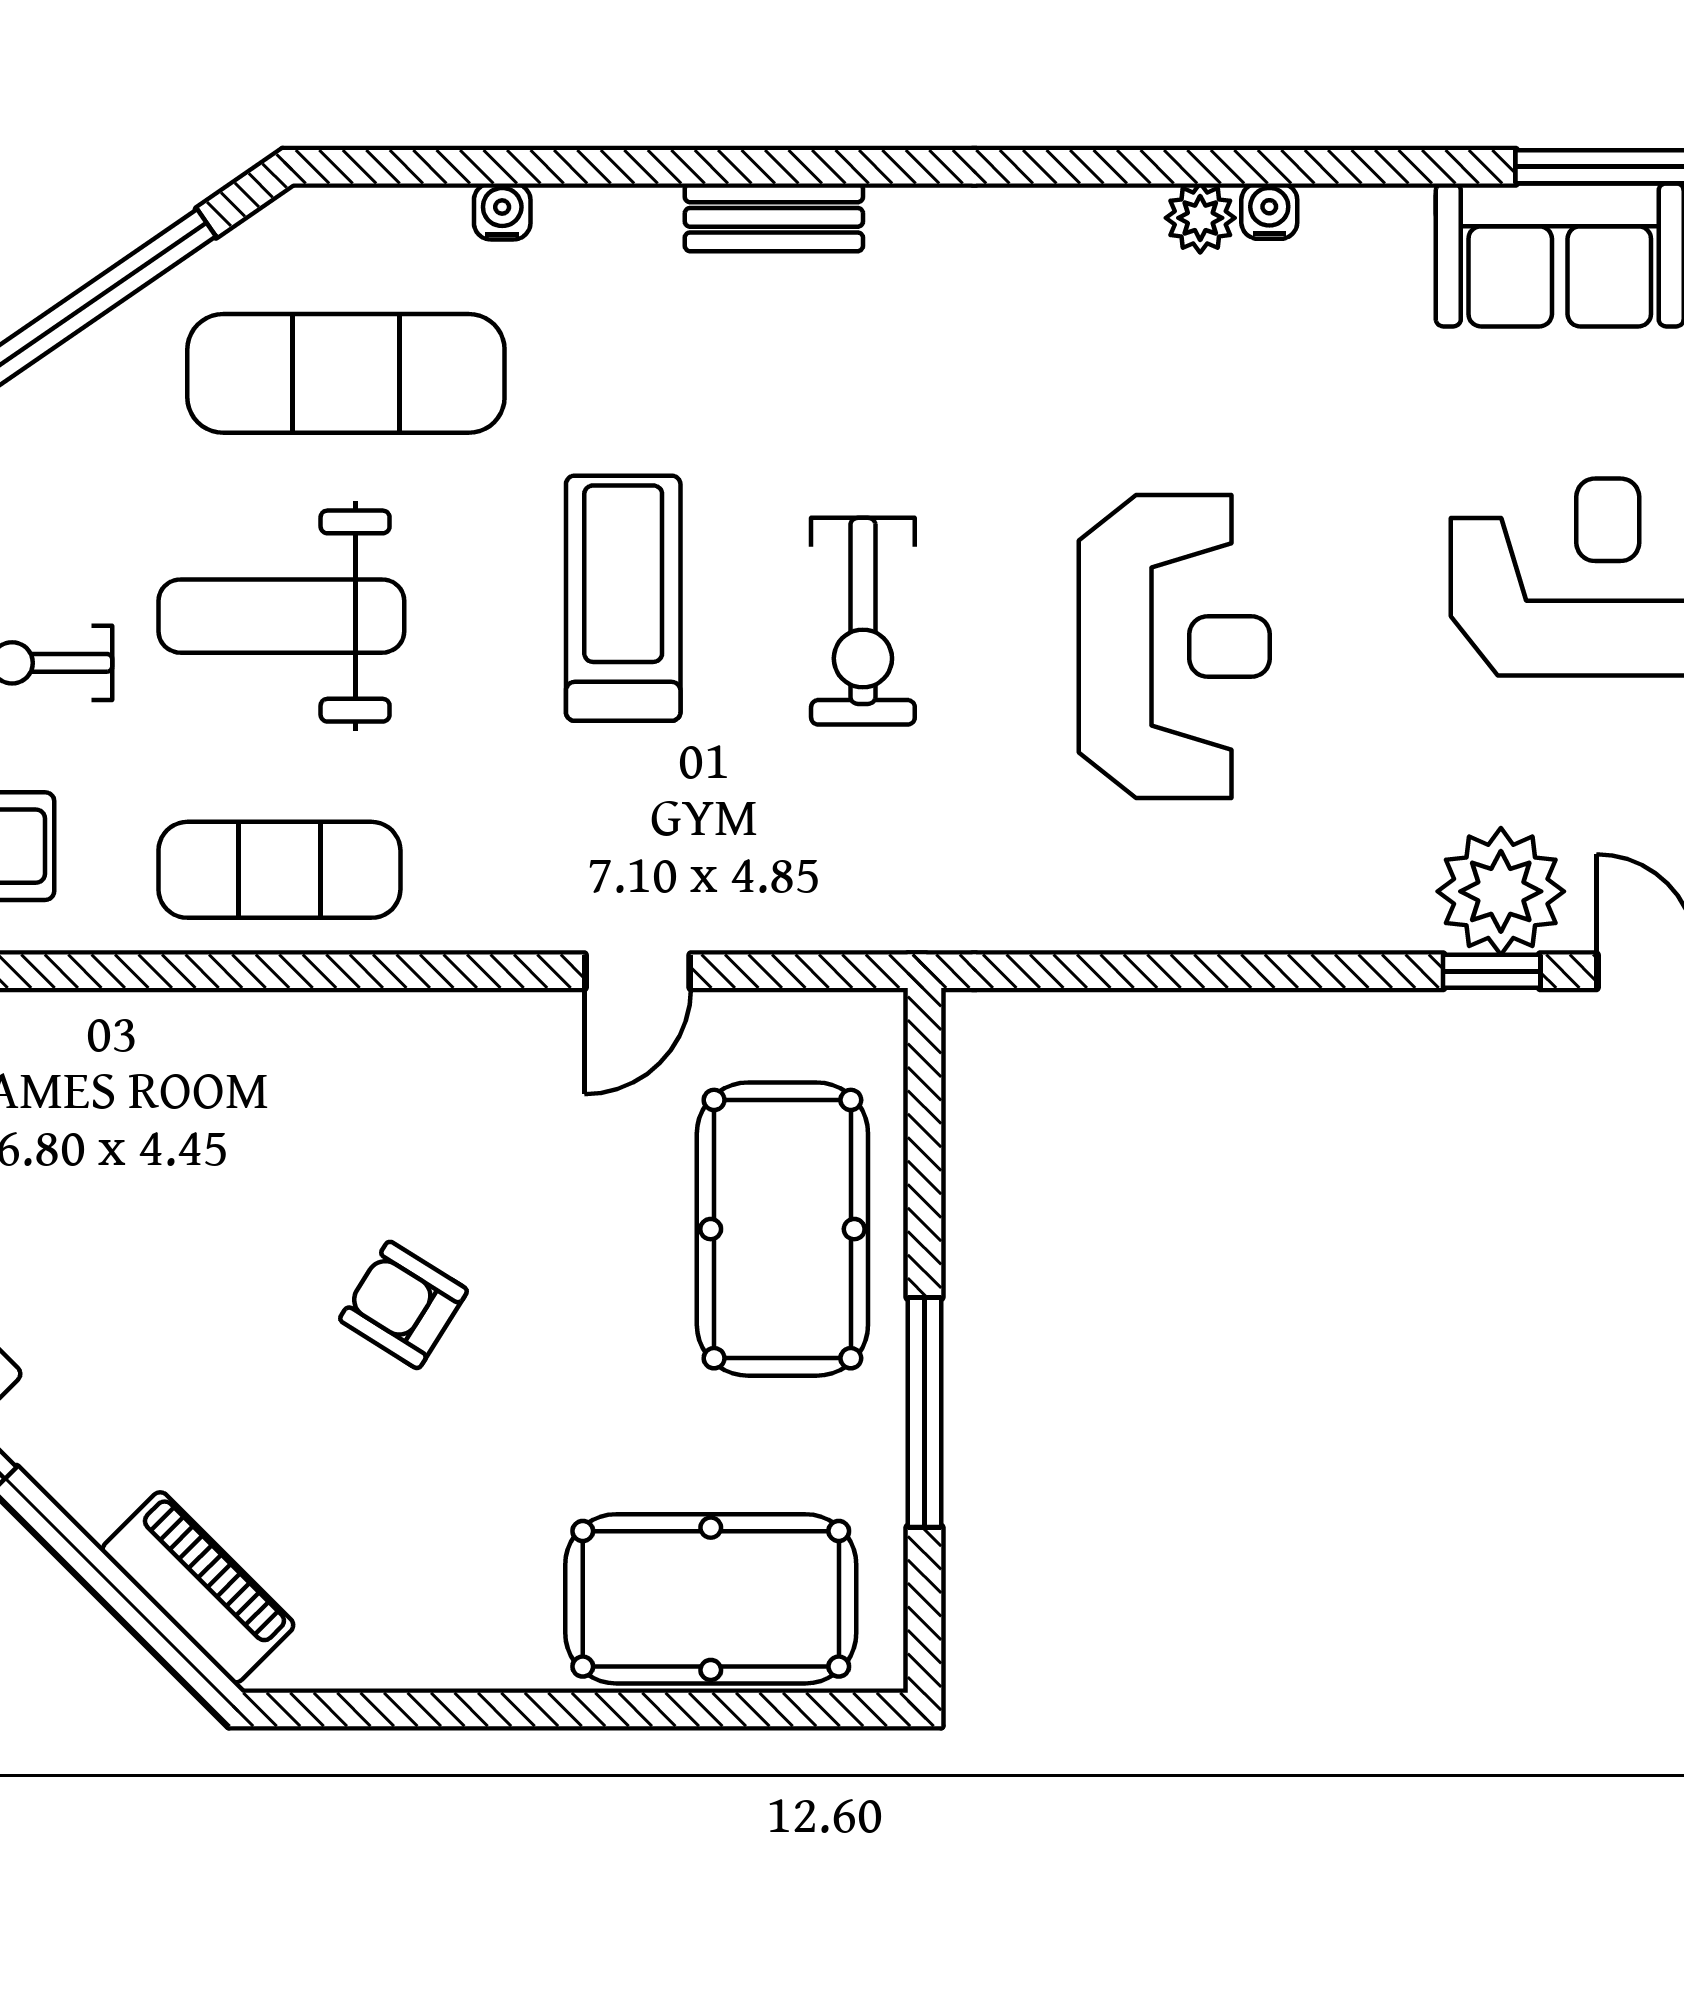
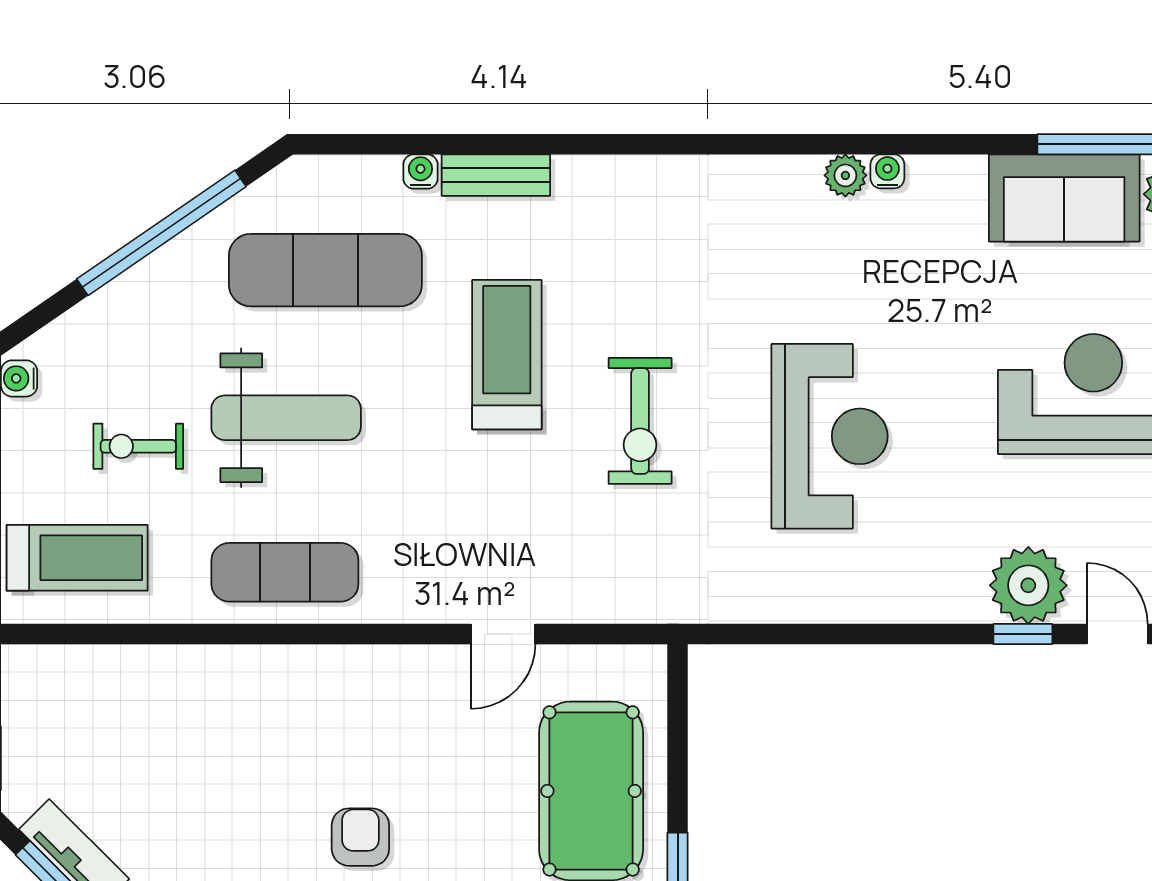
bench: (774, 217) -> (496, 175), moved
treadmill: (623, 598) -> (507, 355), moved
weight bench: (281, 616) -> (286, 418), turned 180
armchair: (403, 1305) -> (360, 837), turned 58

